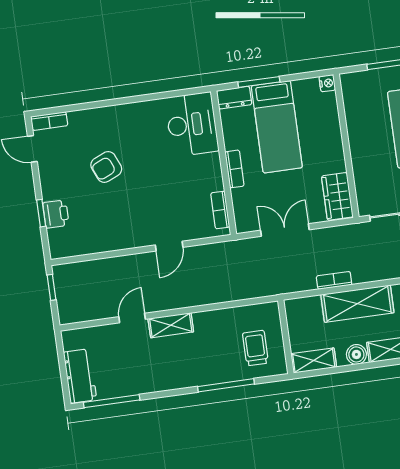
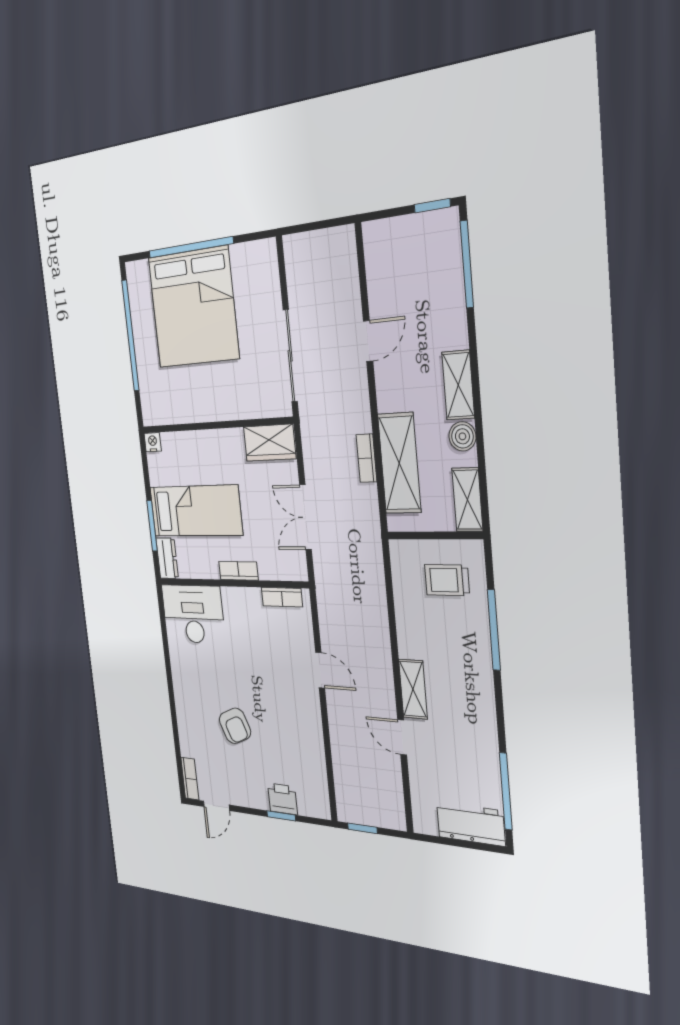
shelving: (357, 304) -> (399, 463), moved

